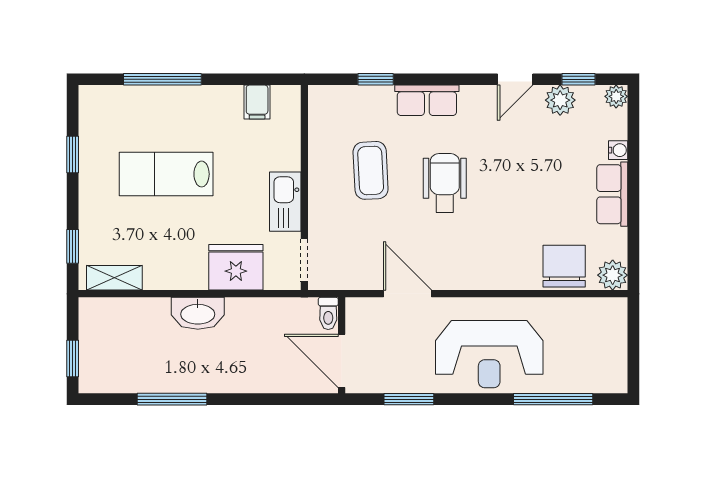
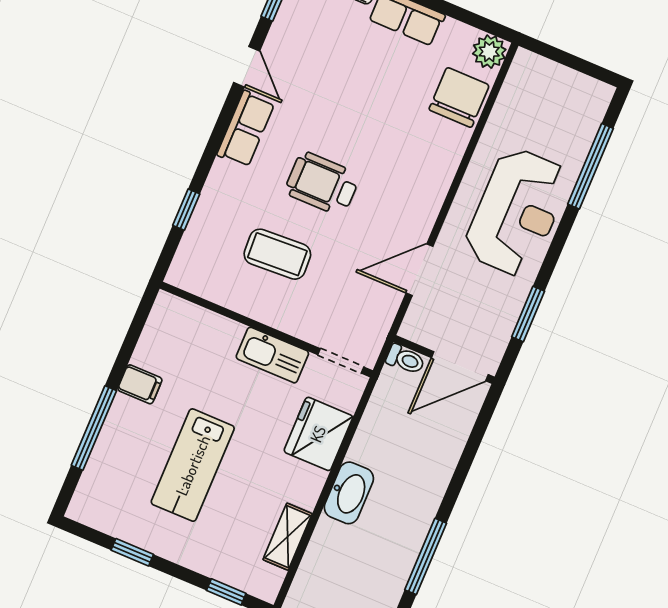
row of seats: (427, 100) -> (246, 129), moved
plant: (560, 100) -> (287, 30), removed
filing cabinet: (257, 102) -> (140, 384), moved
chair: (564, 266) -> (459, 97), turned 90
shelving: (114, 278) -> (288, 537), moved

